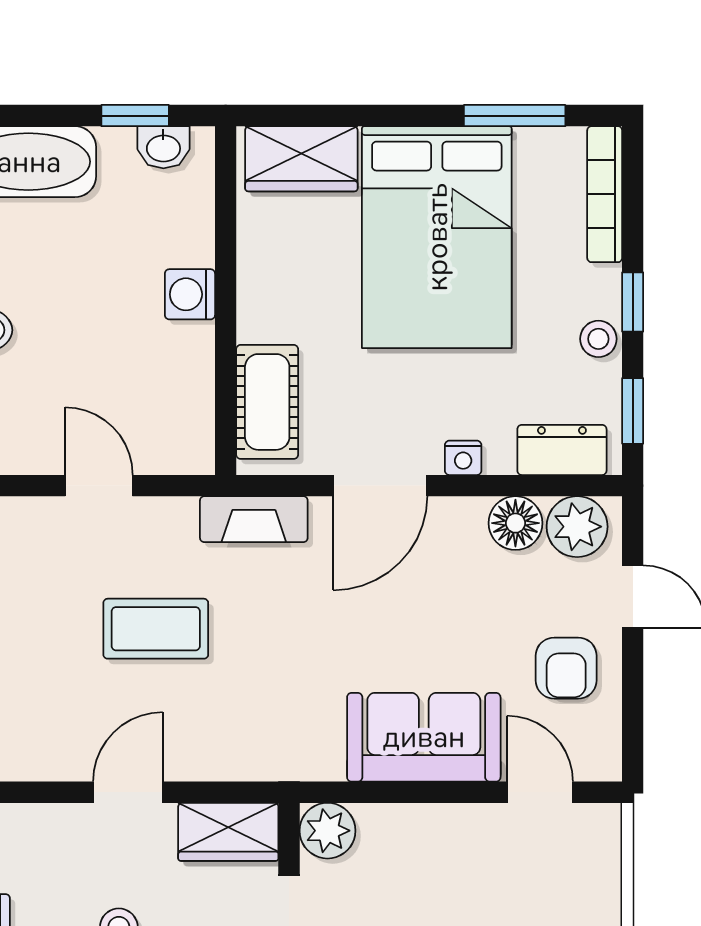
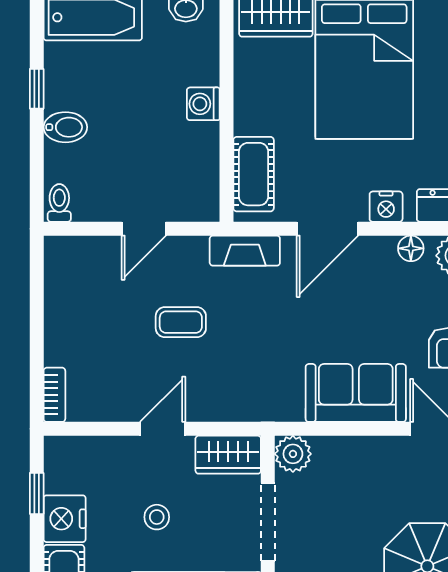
nightstand: (463, 458) -> (386, 207), width x1.39, depth x1.35
door: (99, 486) -> (144, 229), swing flipped
floor lamp: (515, 523) -> (411, 248), width x0.73, depth x0.73
coffee table: (156, 629) -> (181, 322), width x0.73, depth x0.77

